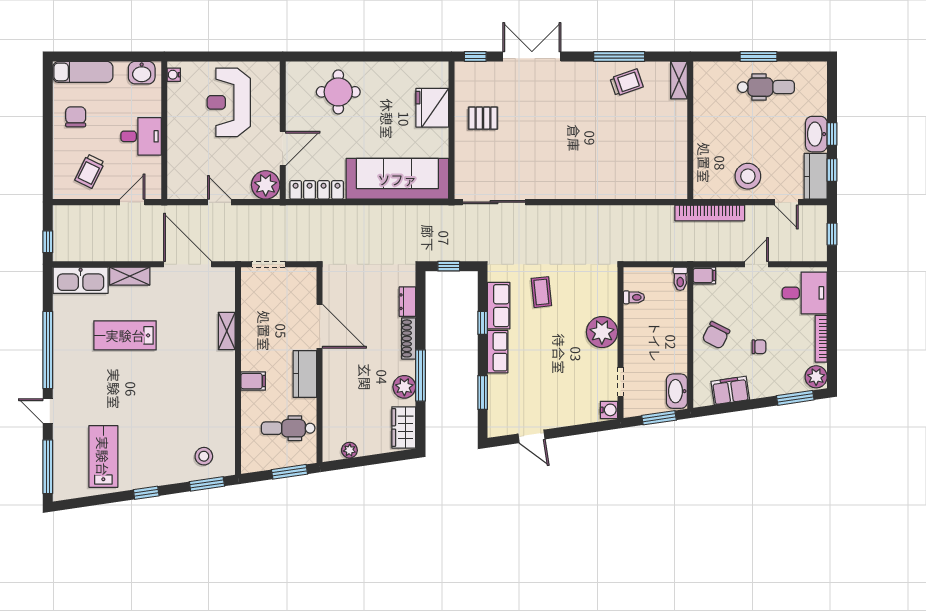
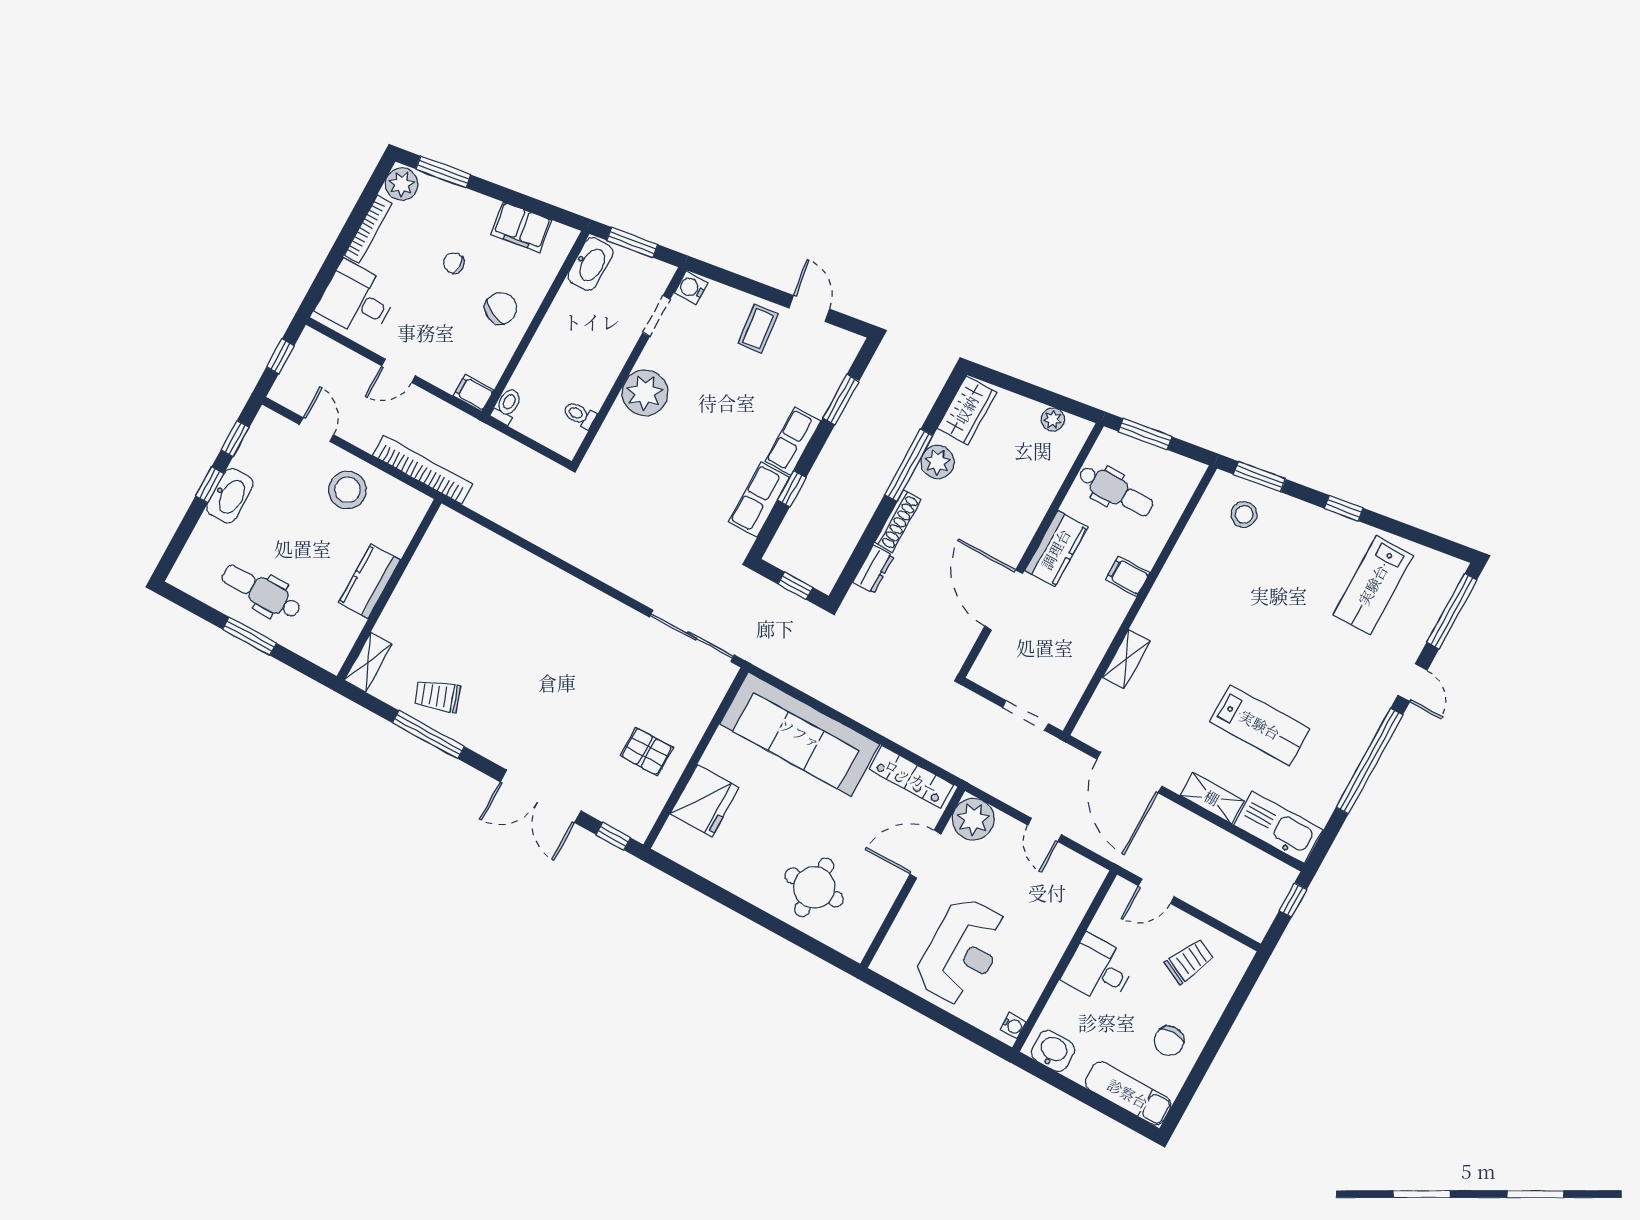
kitchen counter: (816, 176) -> (369, 581), moved, turned 180
coffee table: (541, 292) -> (758, 329), moved

